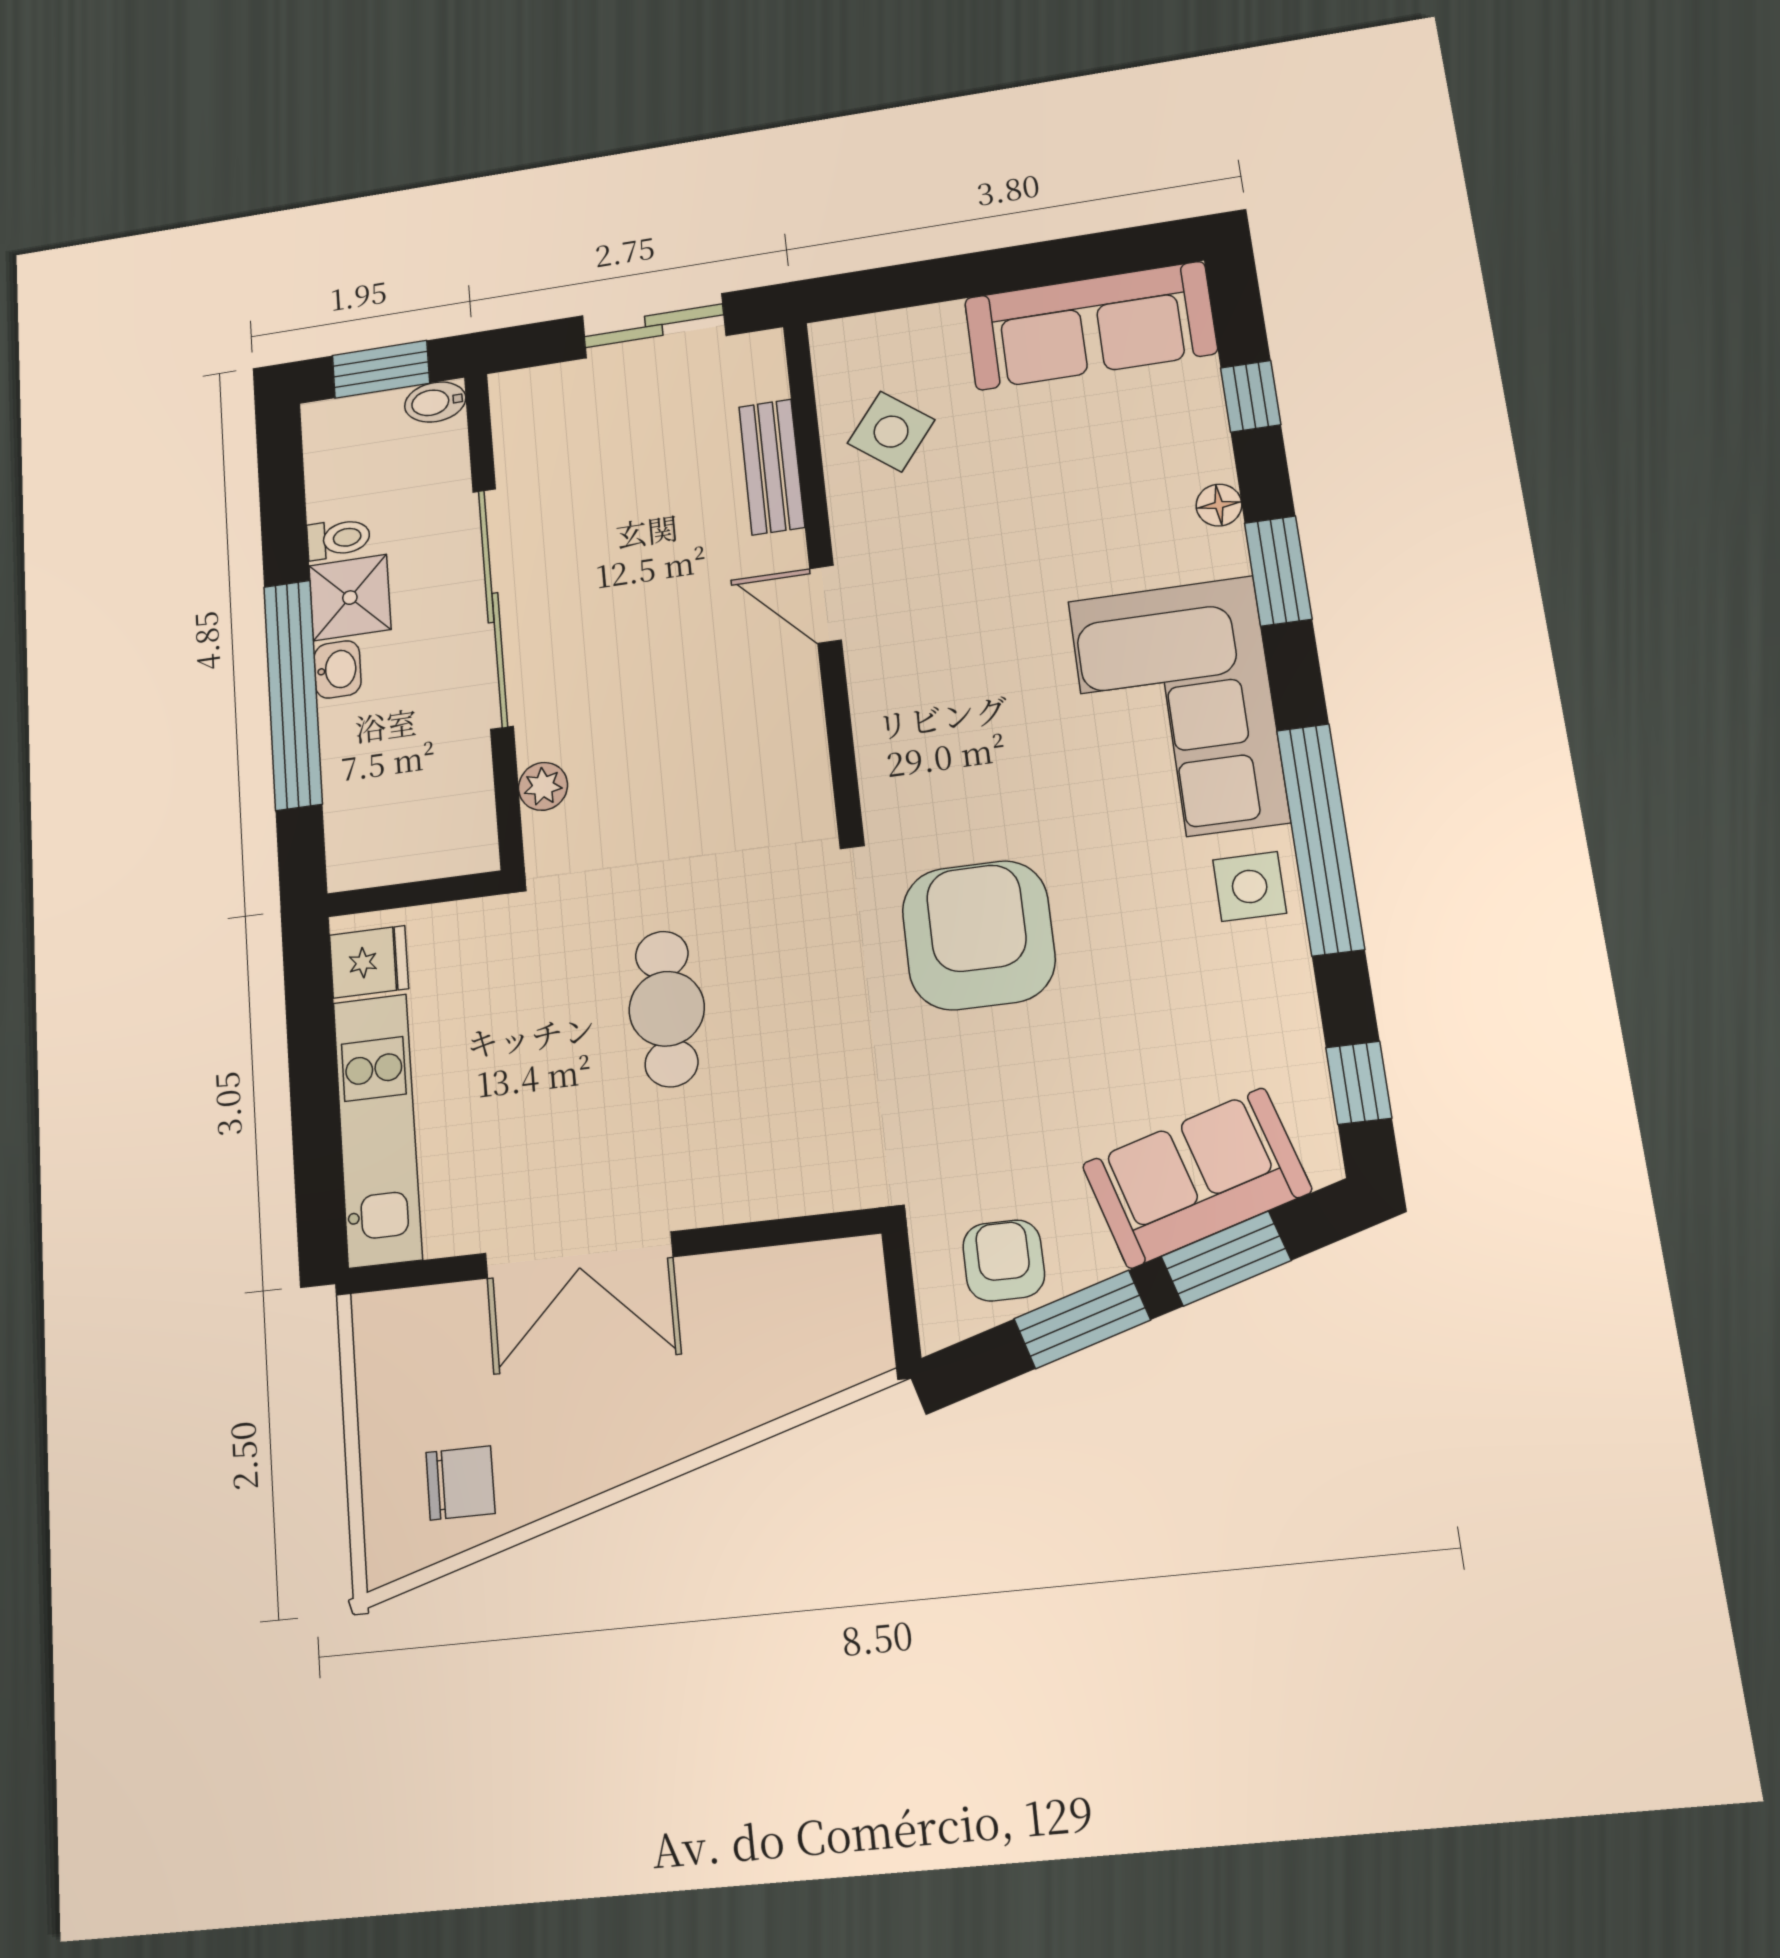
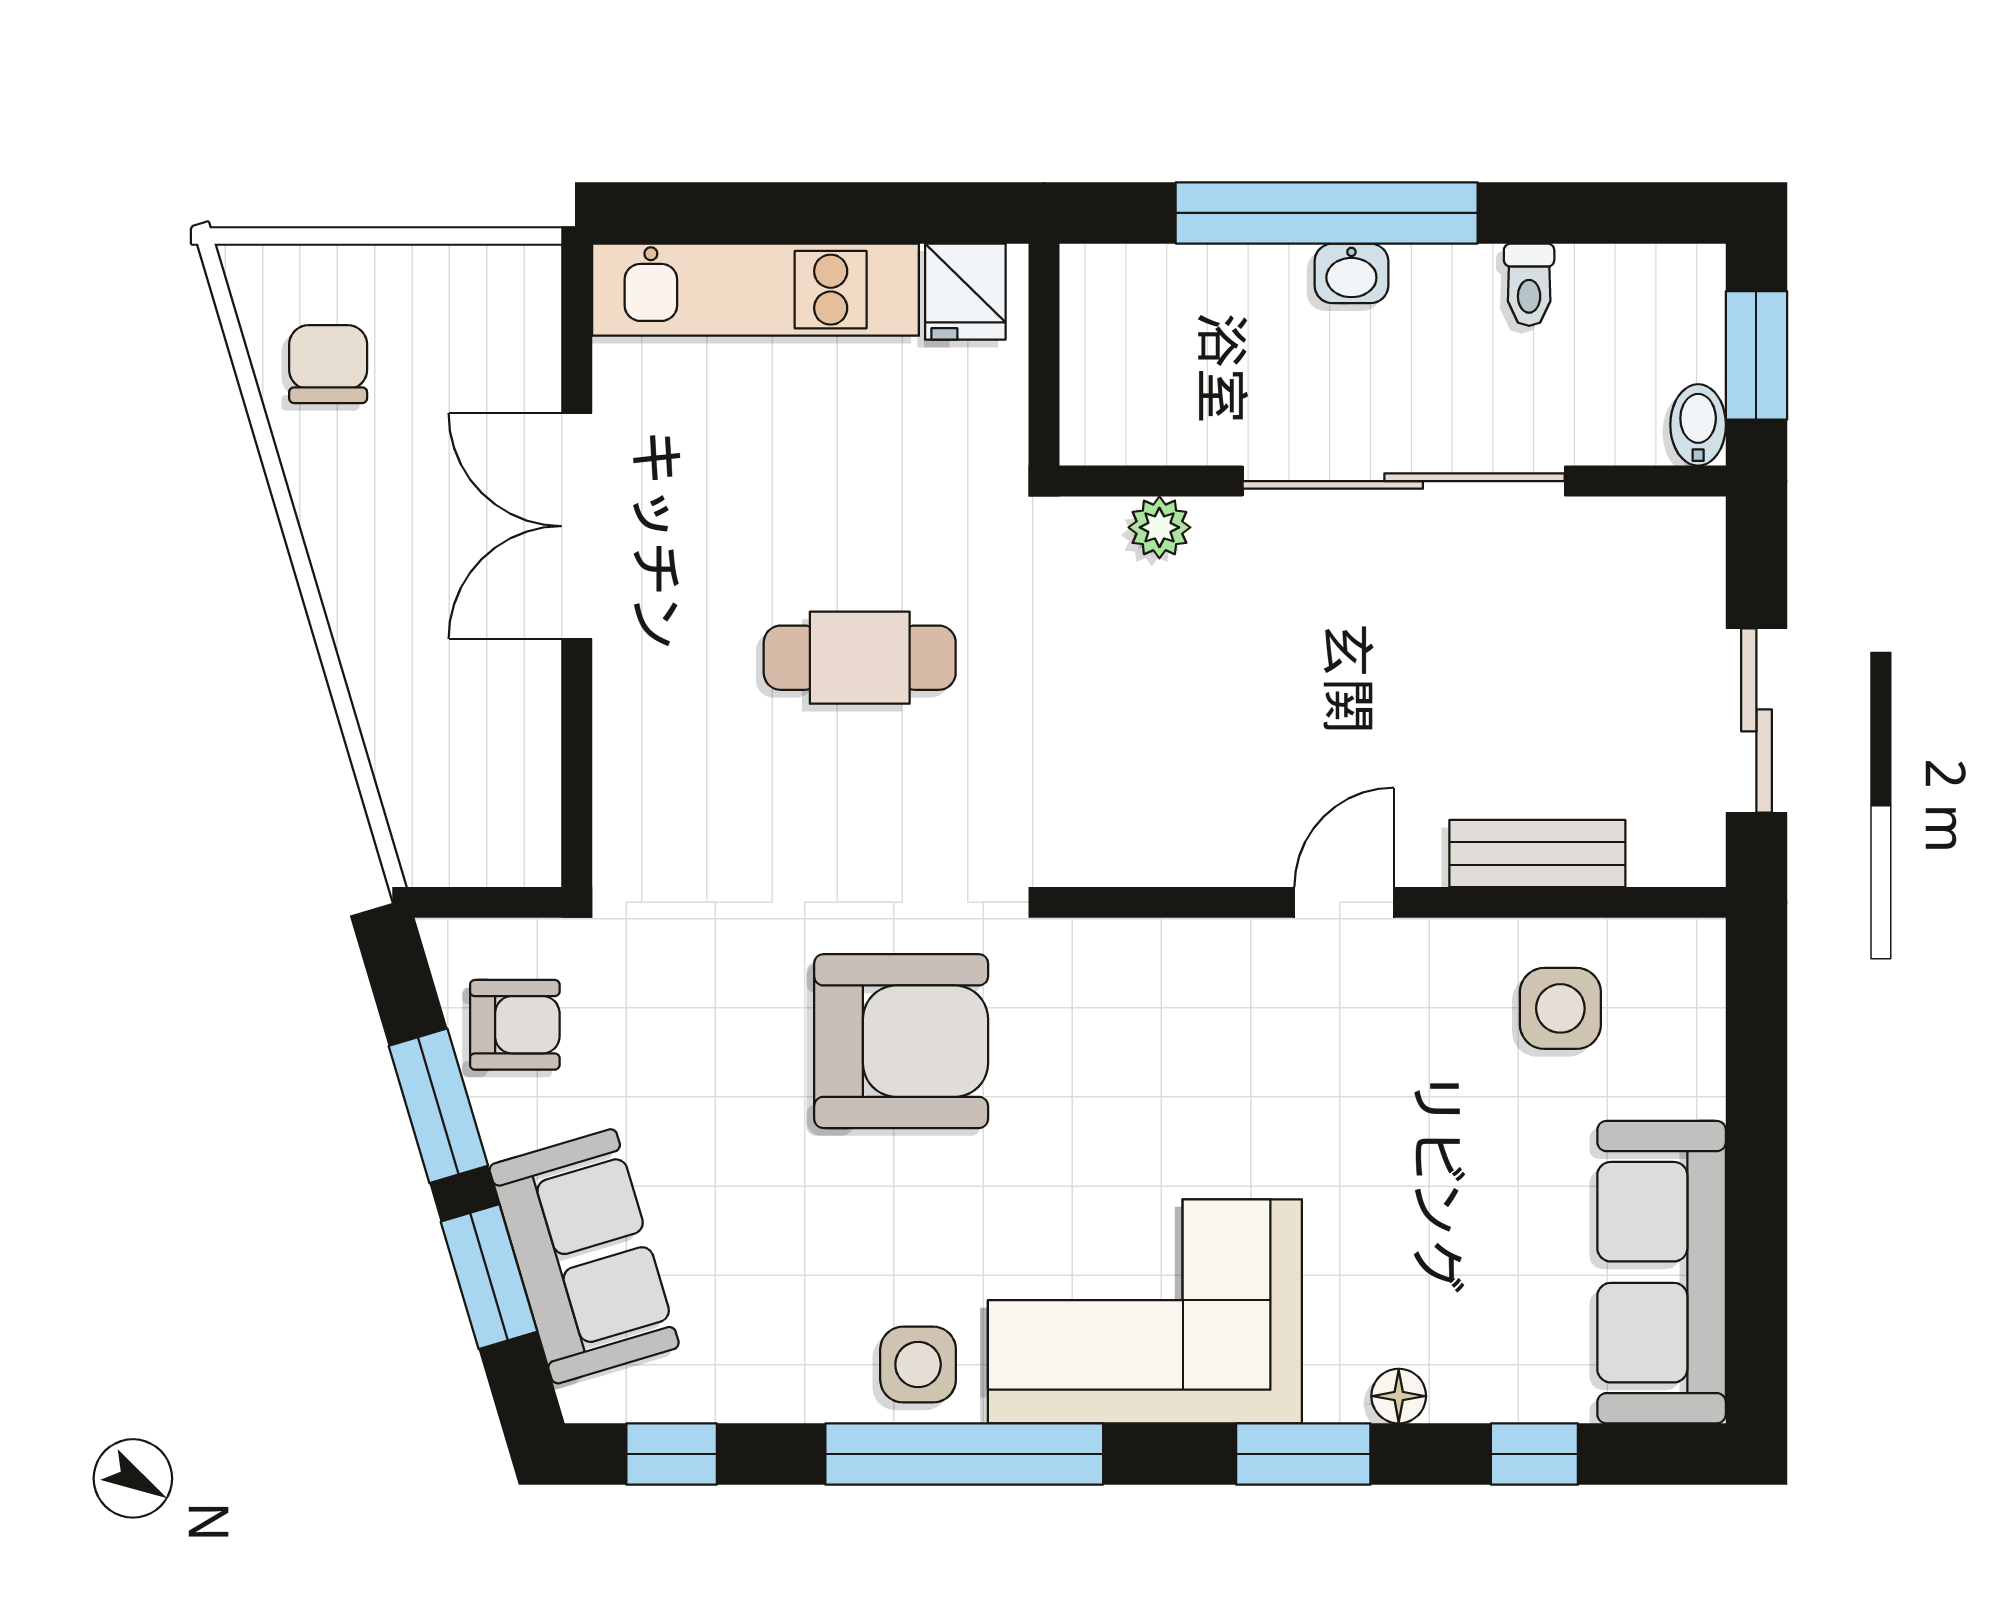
side table: (891, 432) -> (1560, 1008), turned -38
shower: (350, 598) -> (1446, 295), removed
chair: (460, 1483) -> (328, 364), turned 180

